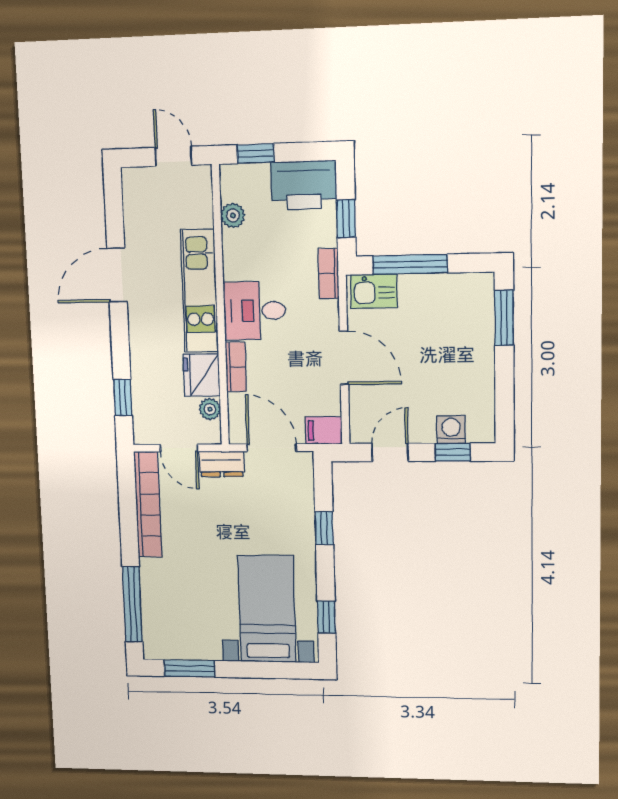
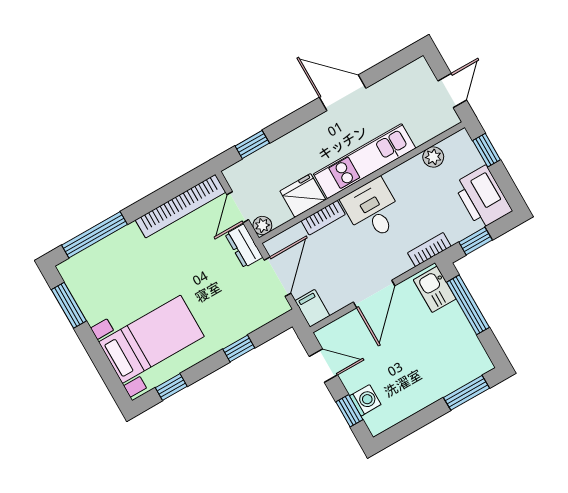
plant: (210, 409) -> (262, 226), moved

